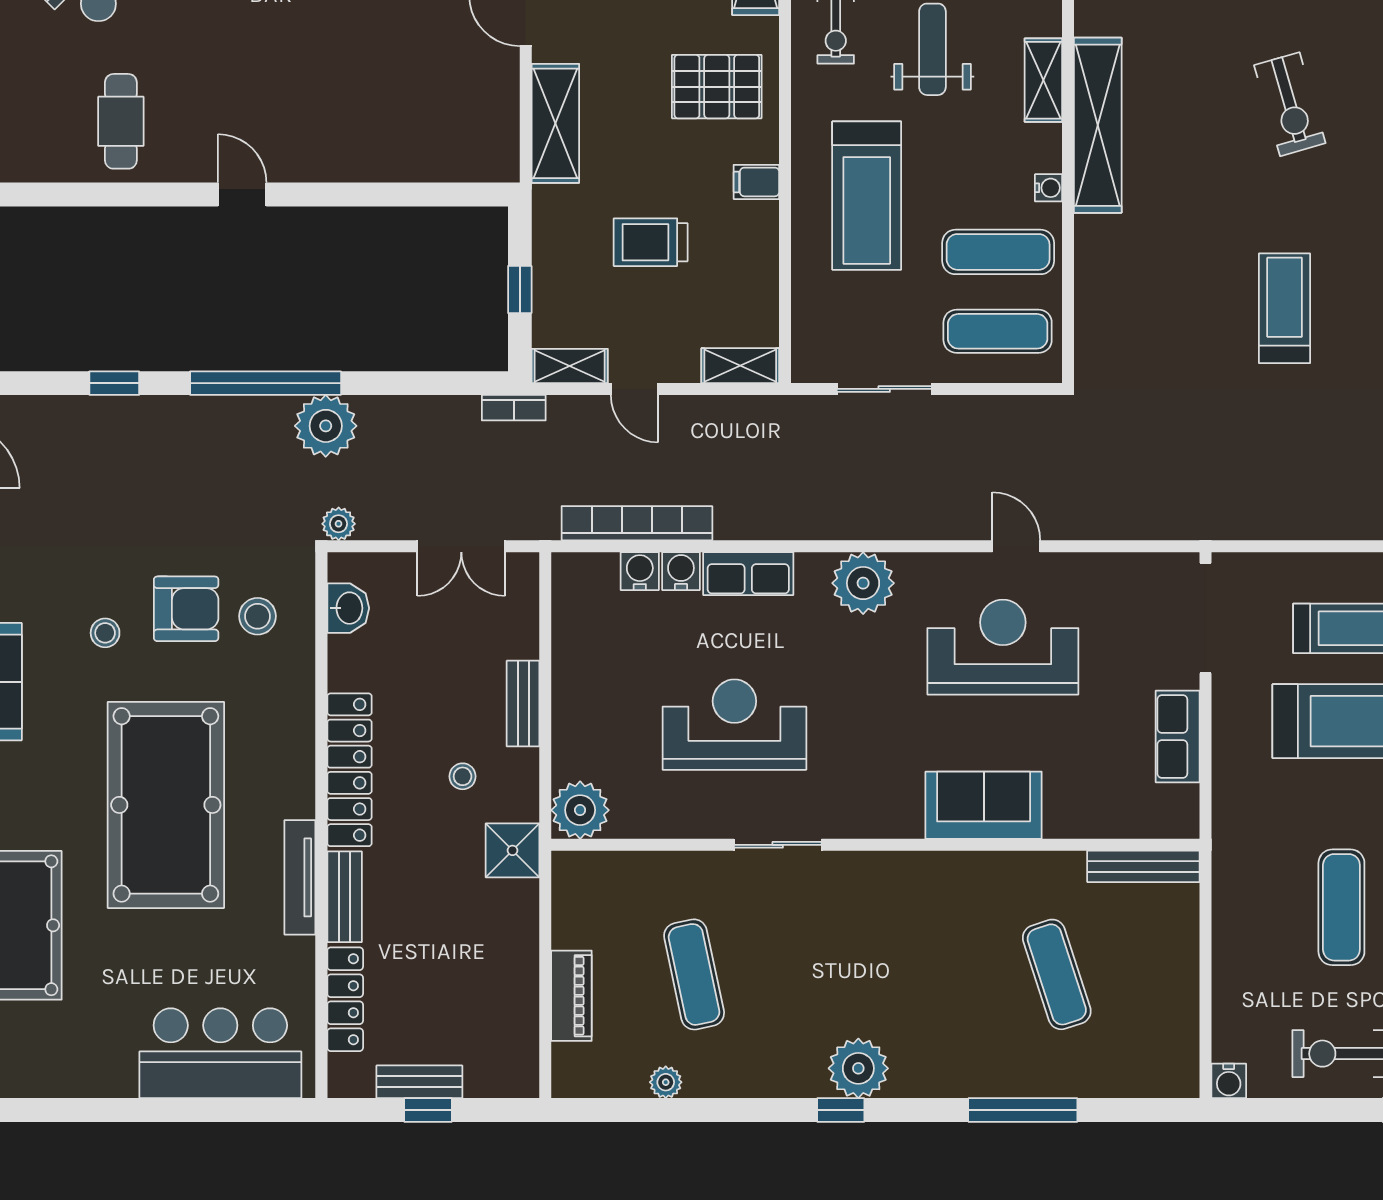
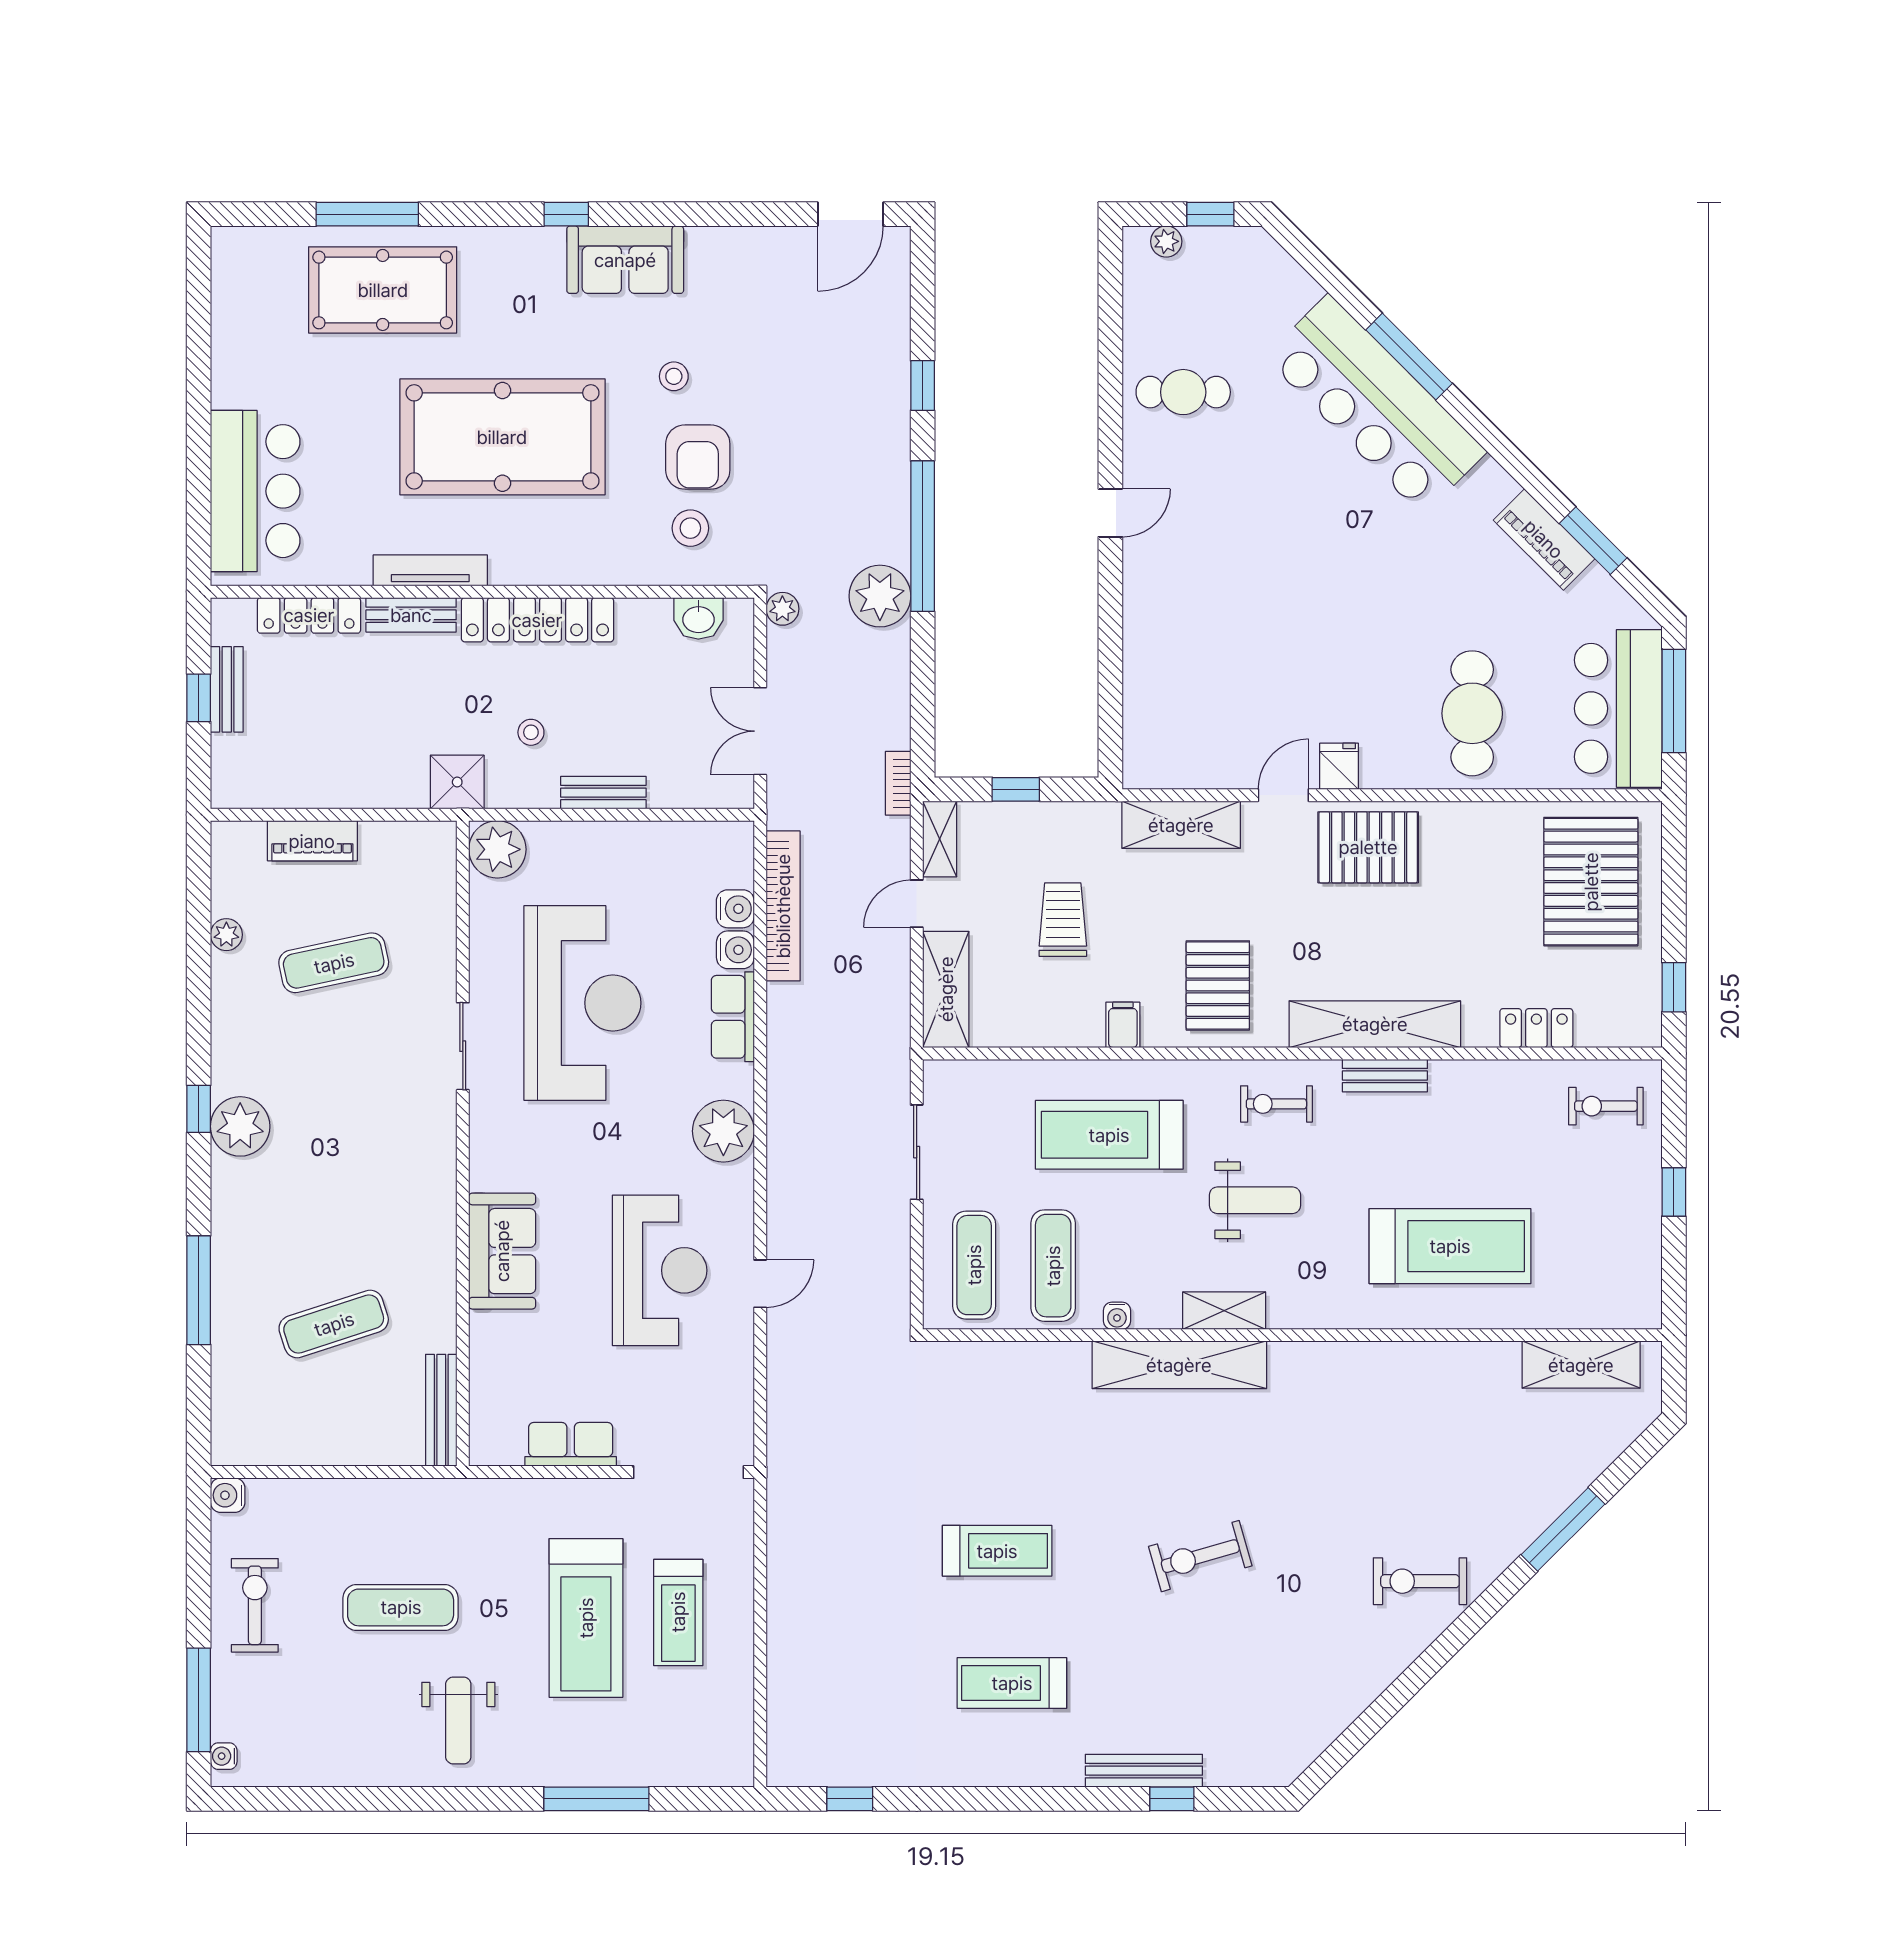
shelving: (740, 366) -> (946, 989), width x1.50, depth x1.33
reception desk: (734, 725) -> (582, 1003), width x1.36, depth x1.30

